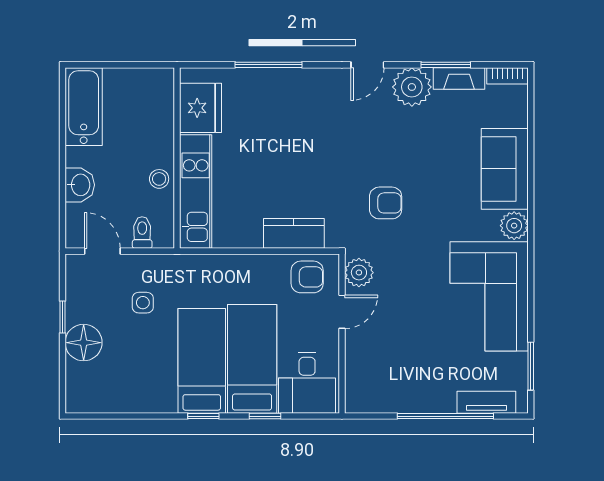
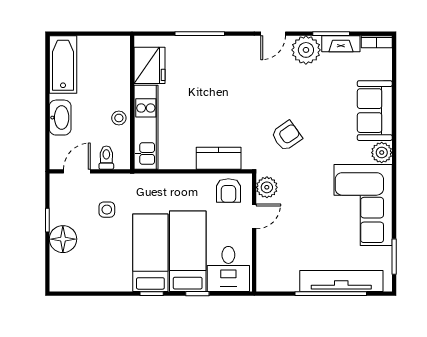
washbasin: (80, 185) -> (60, 118), width x1.38
armchair: (386, 203) -> (287, 136), turned -35
door: (102, 251) -> (77, 171), hinge flipped
armchair: (307, 277) -> (228, 191), turned 90
tv unit: (486, 402) -> (341, 281), width x1.92, depth x1.29

